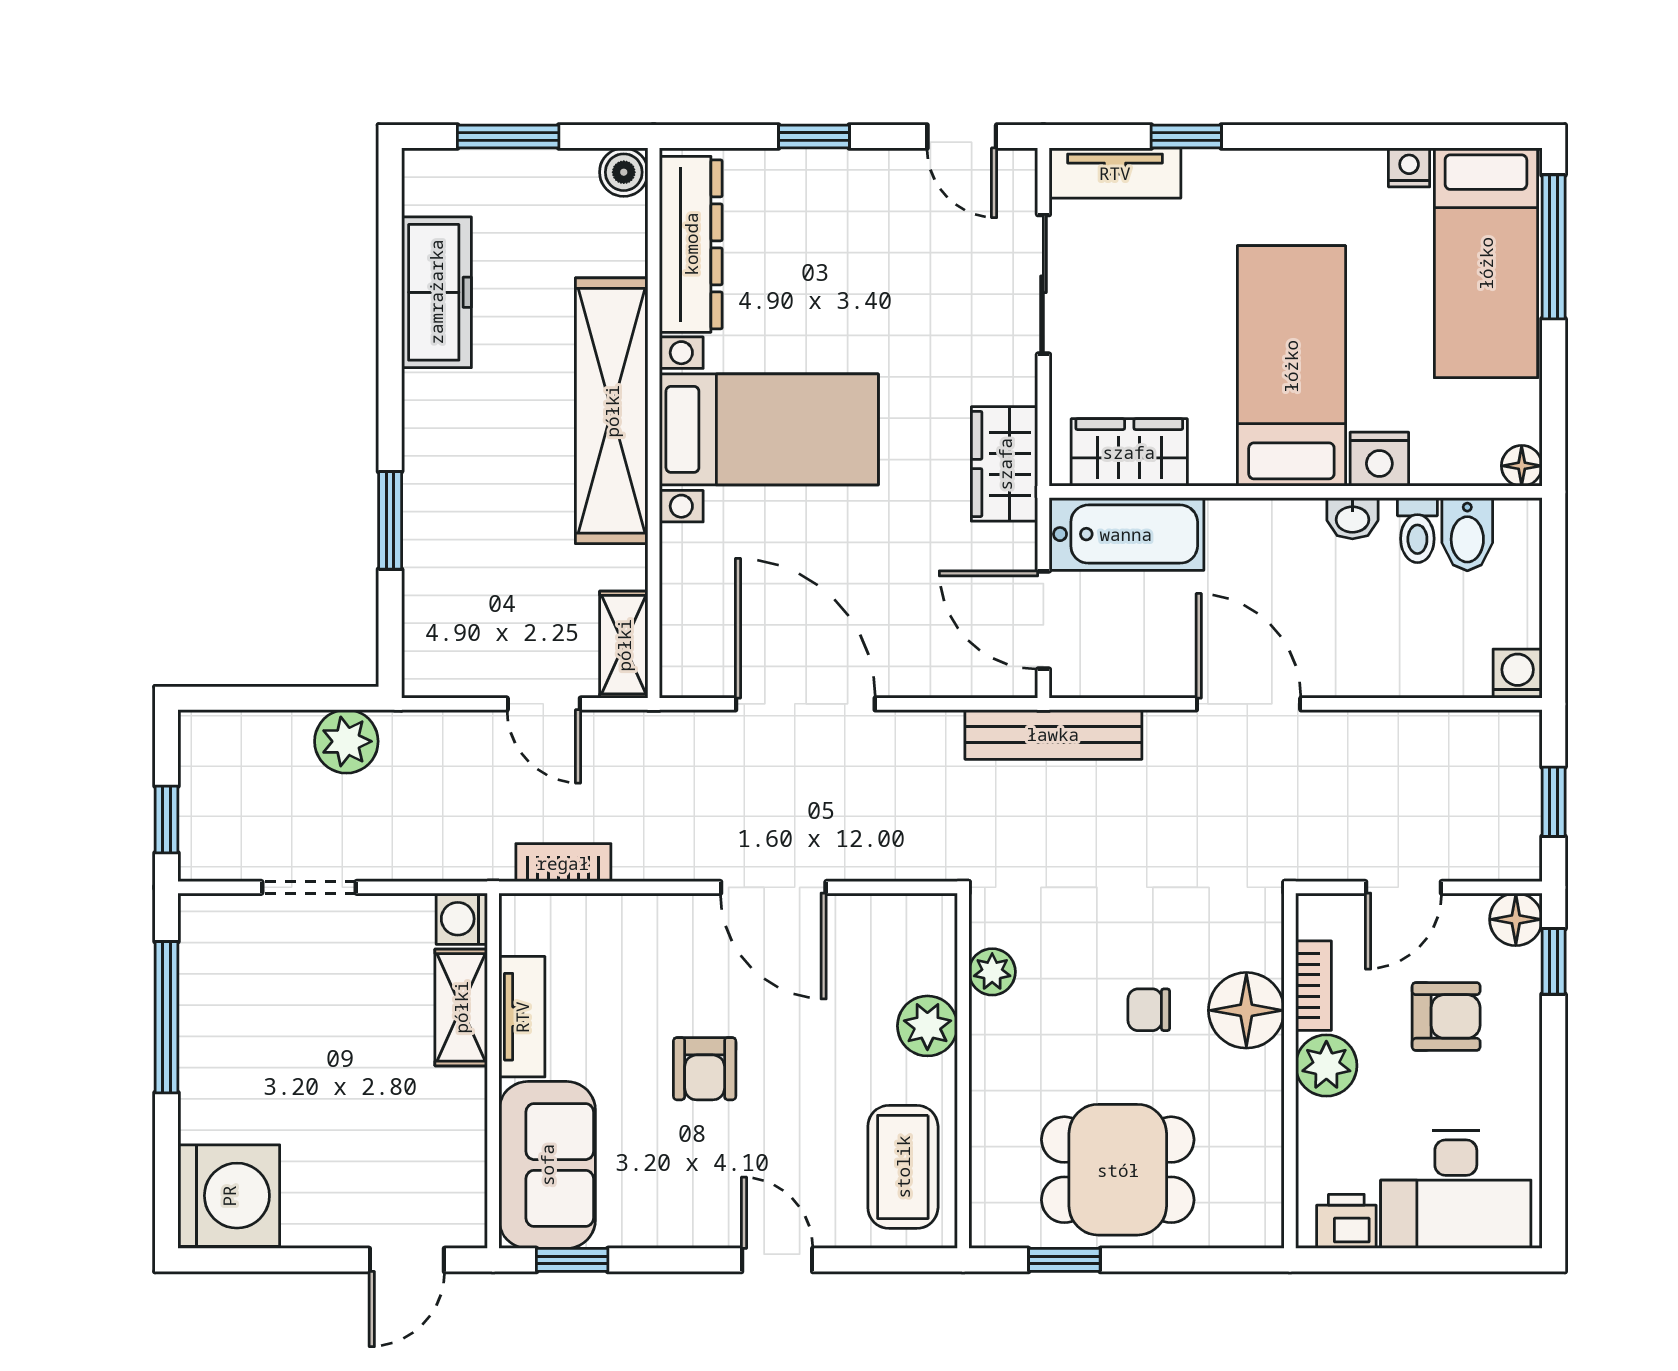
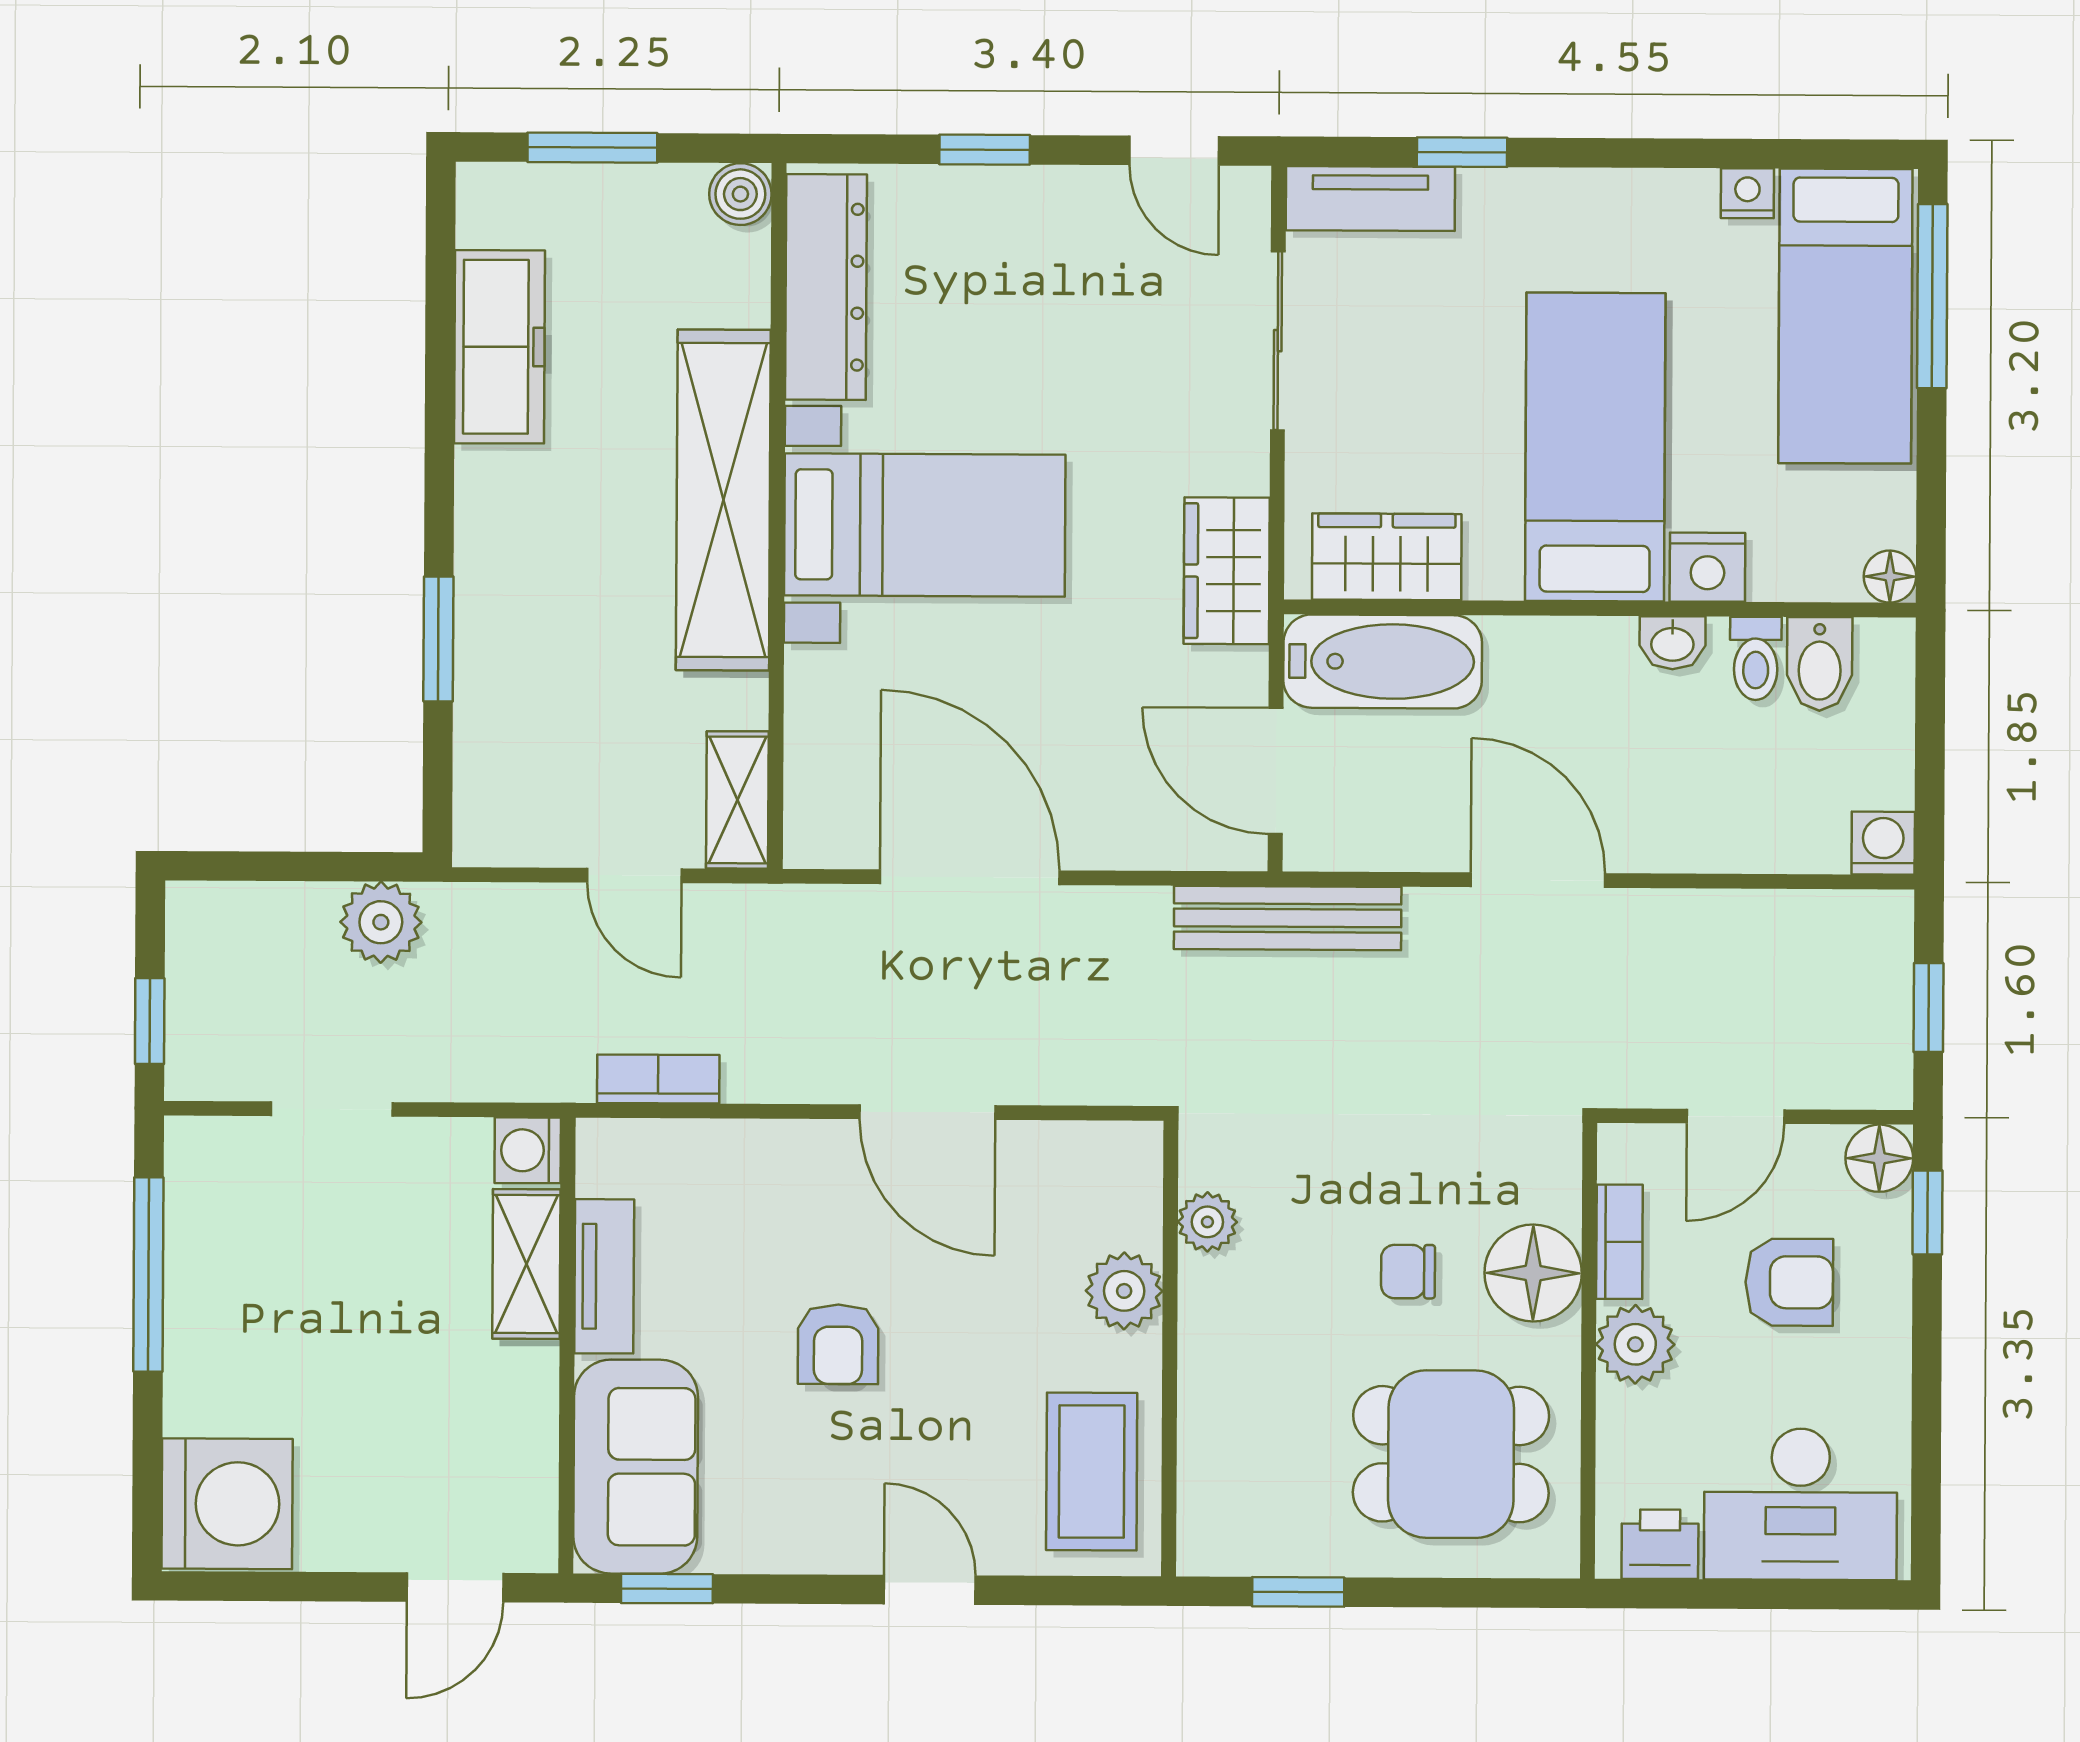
dining table: (1118, 1170) -> (1451, 1454), moved

